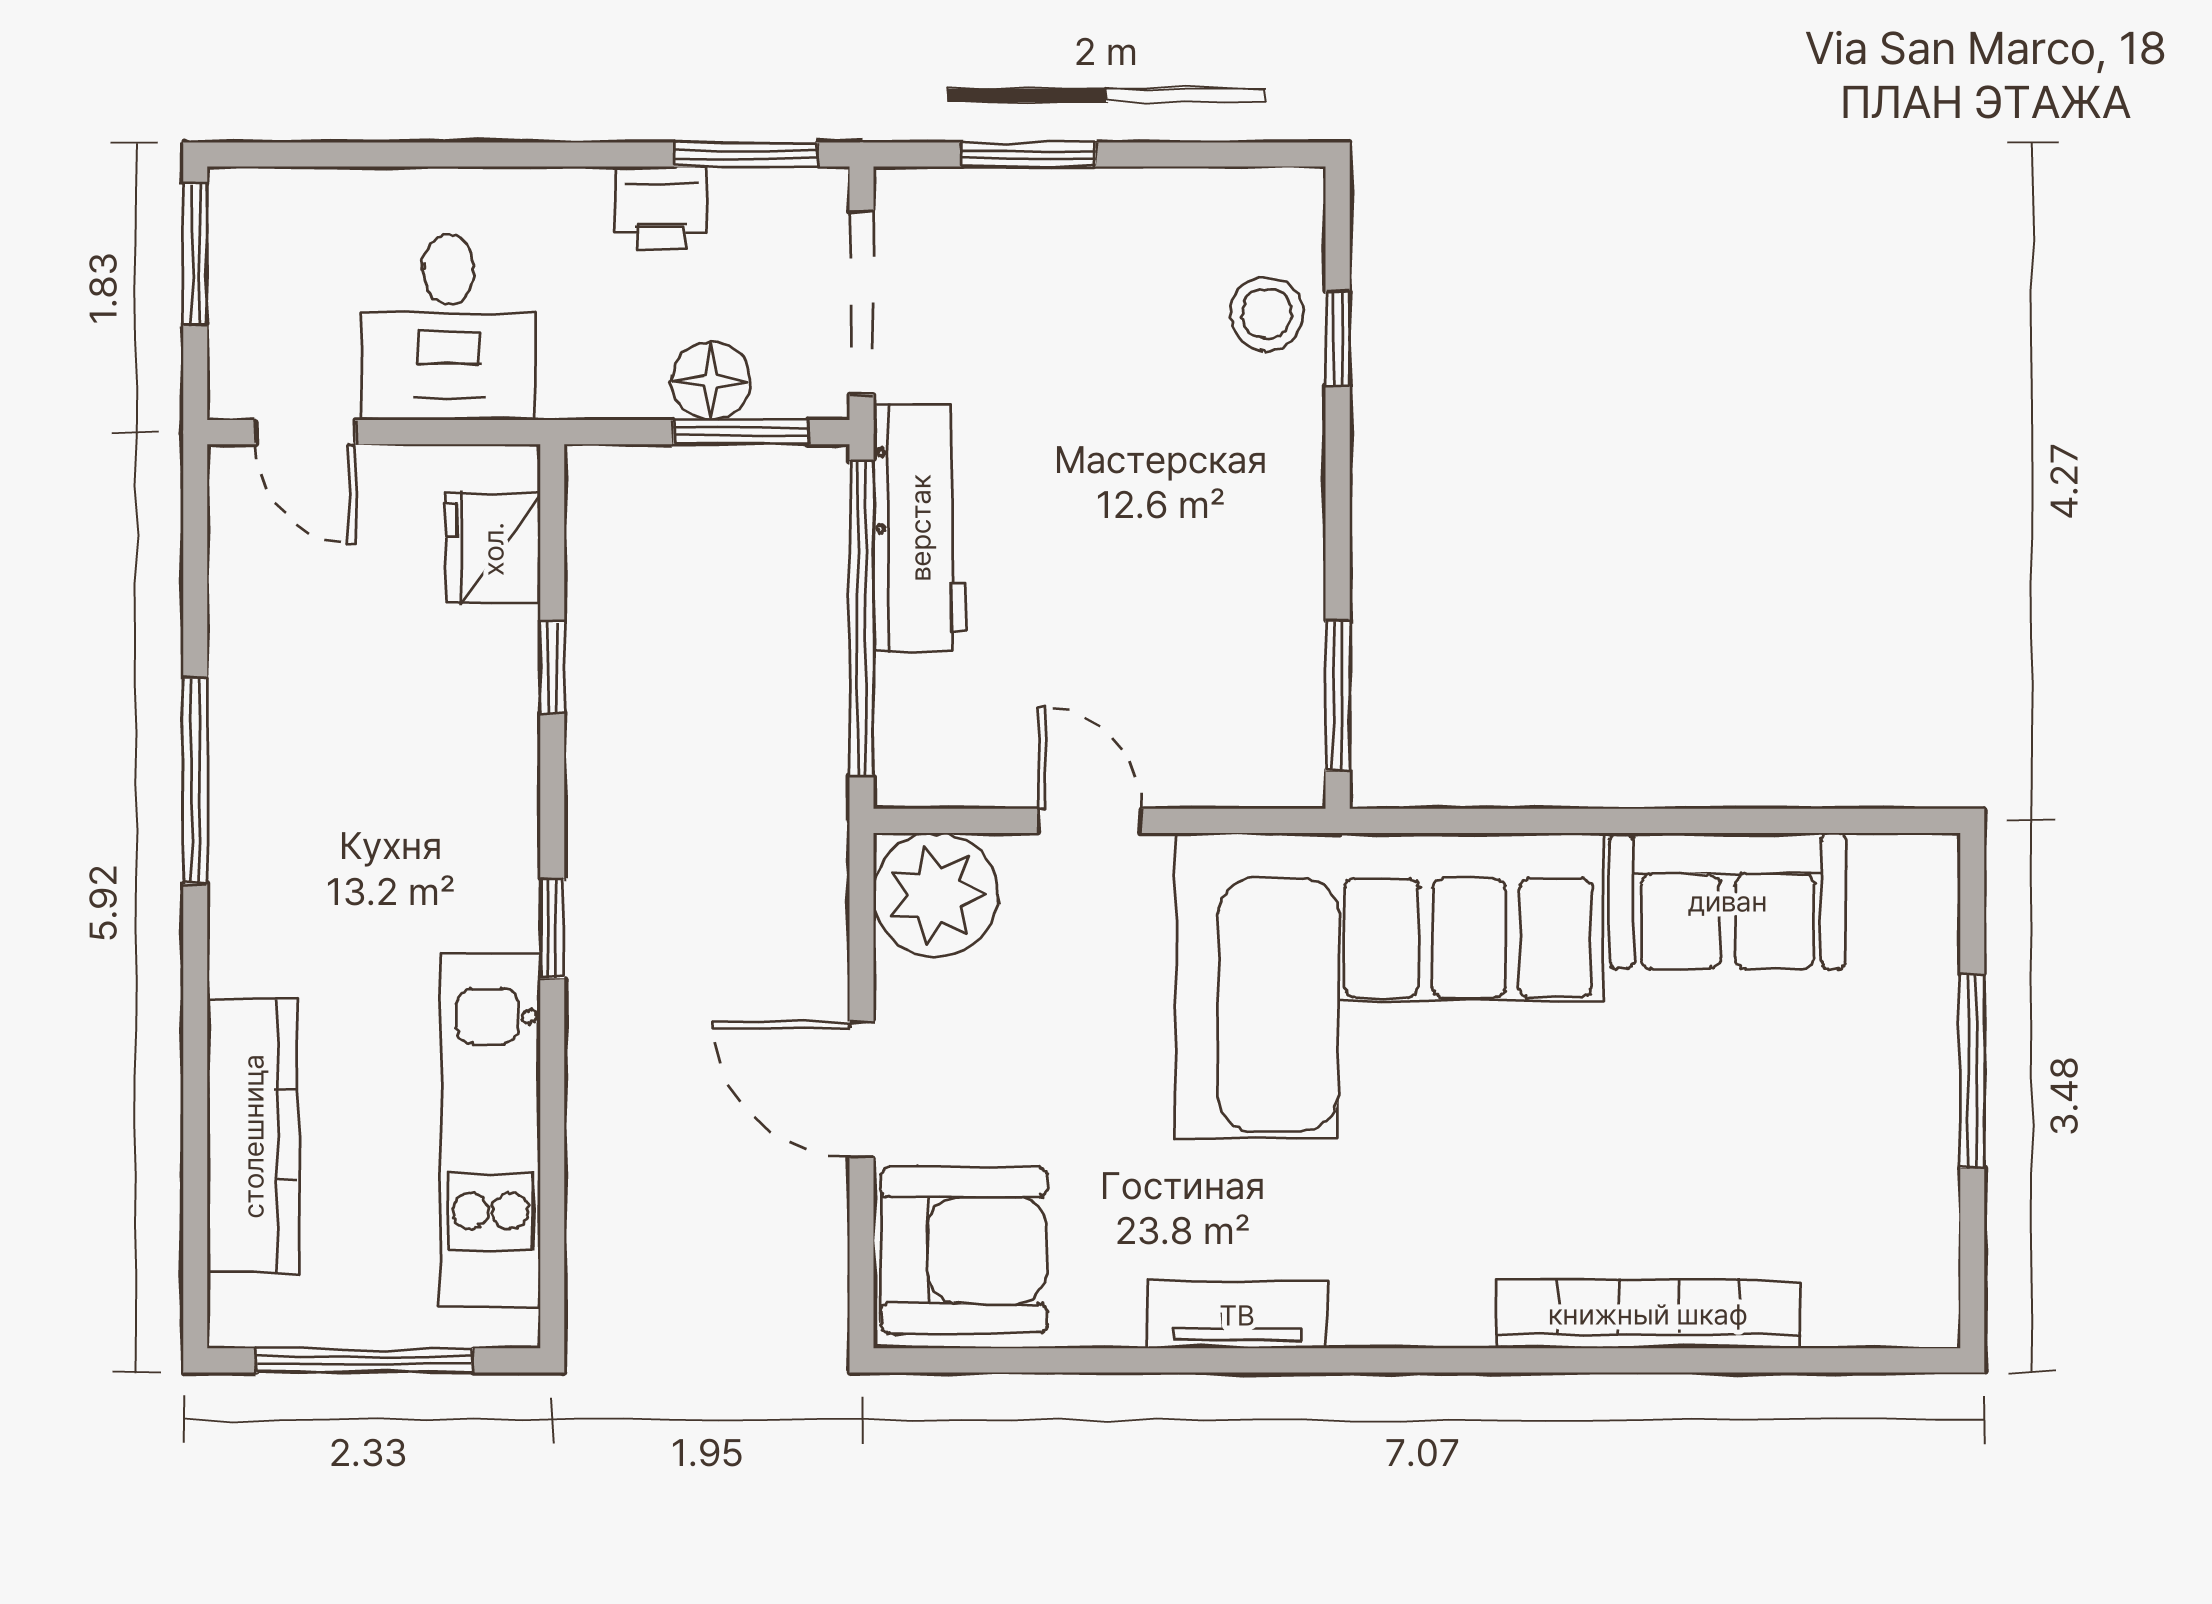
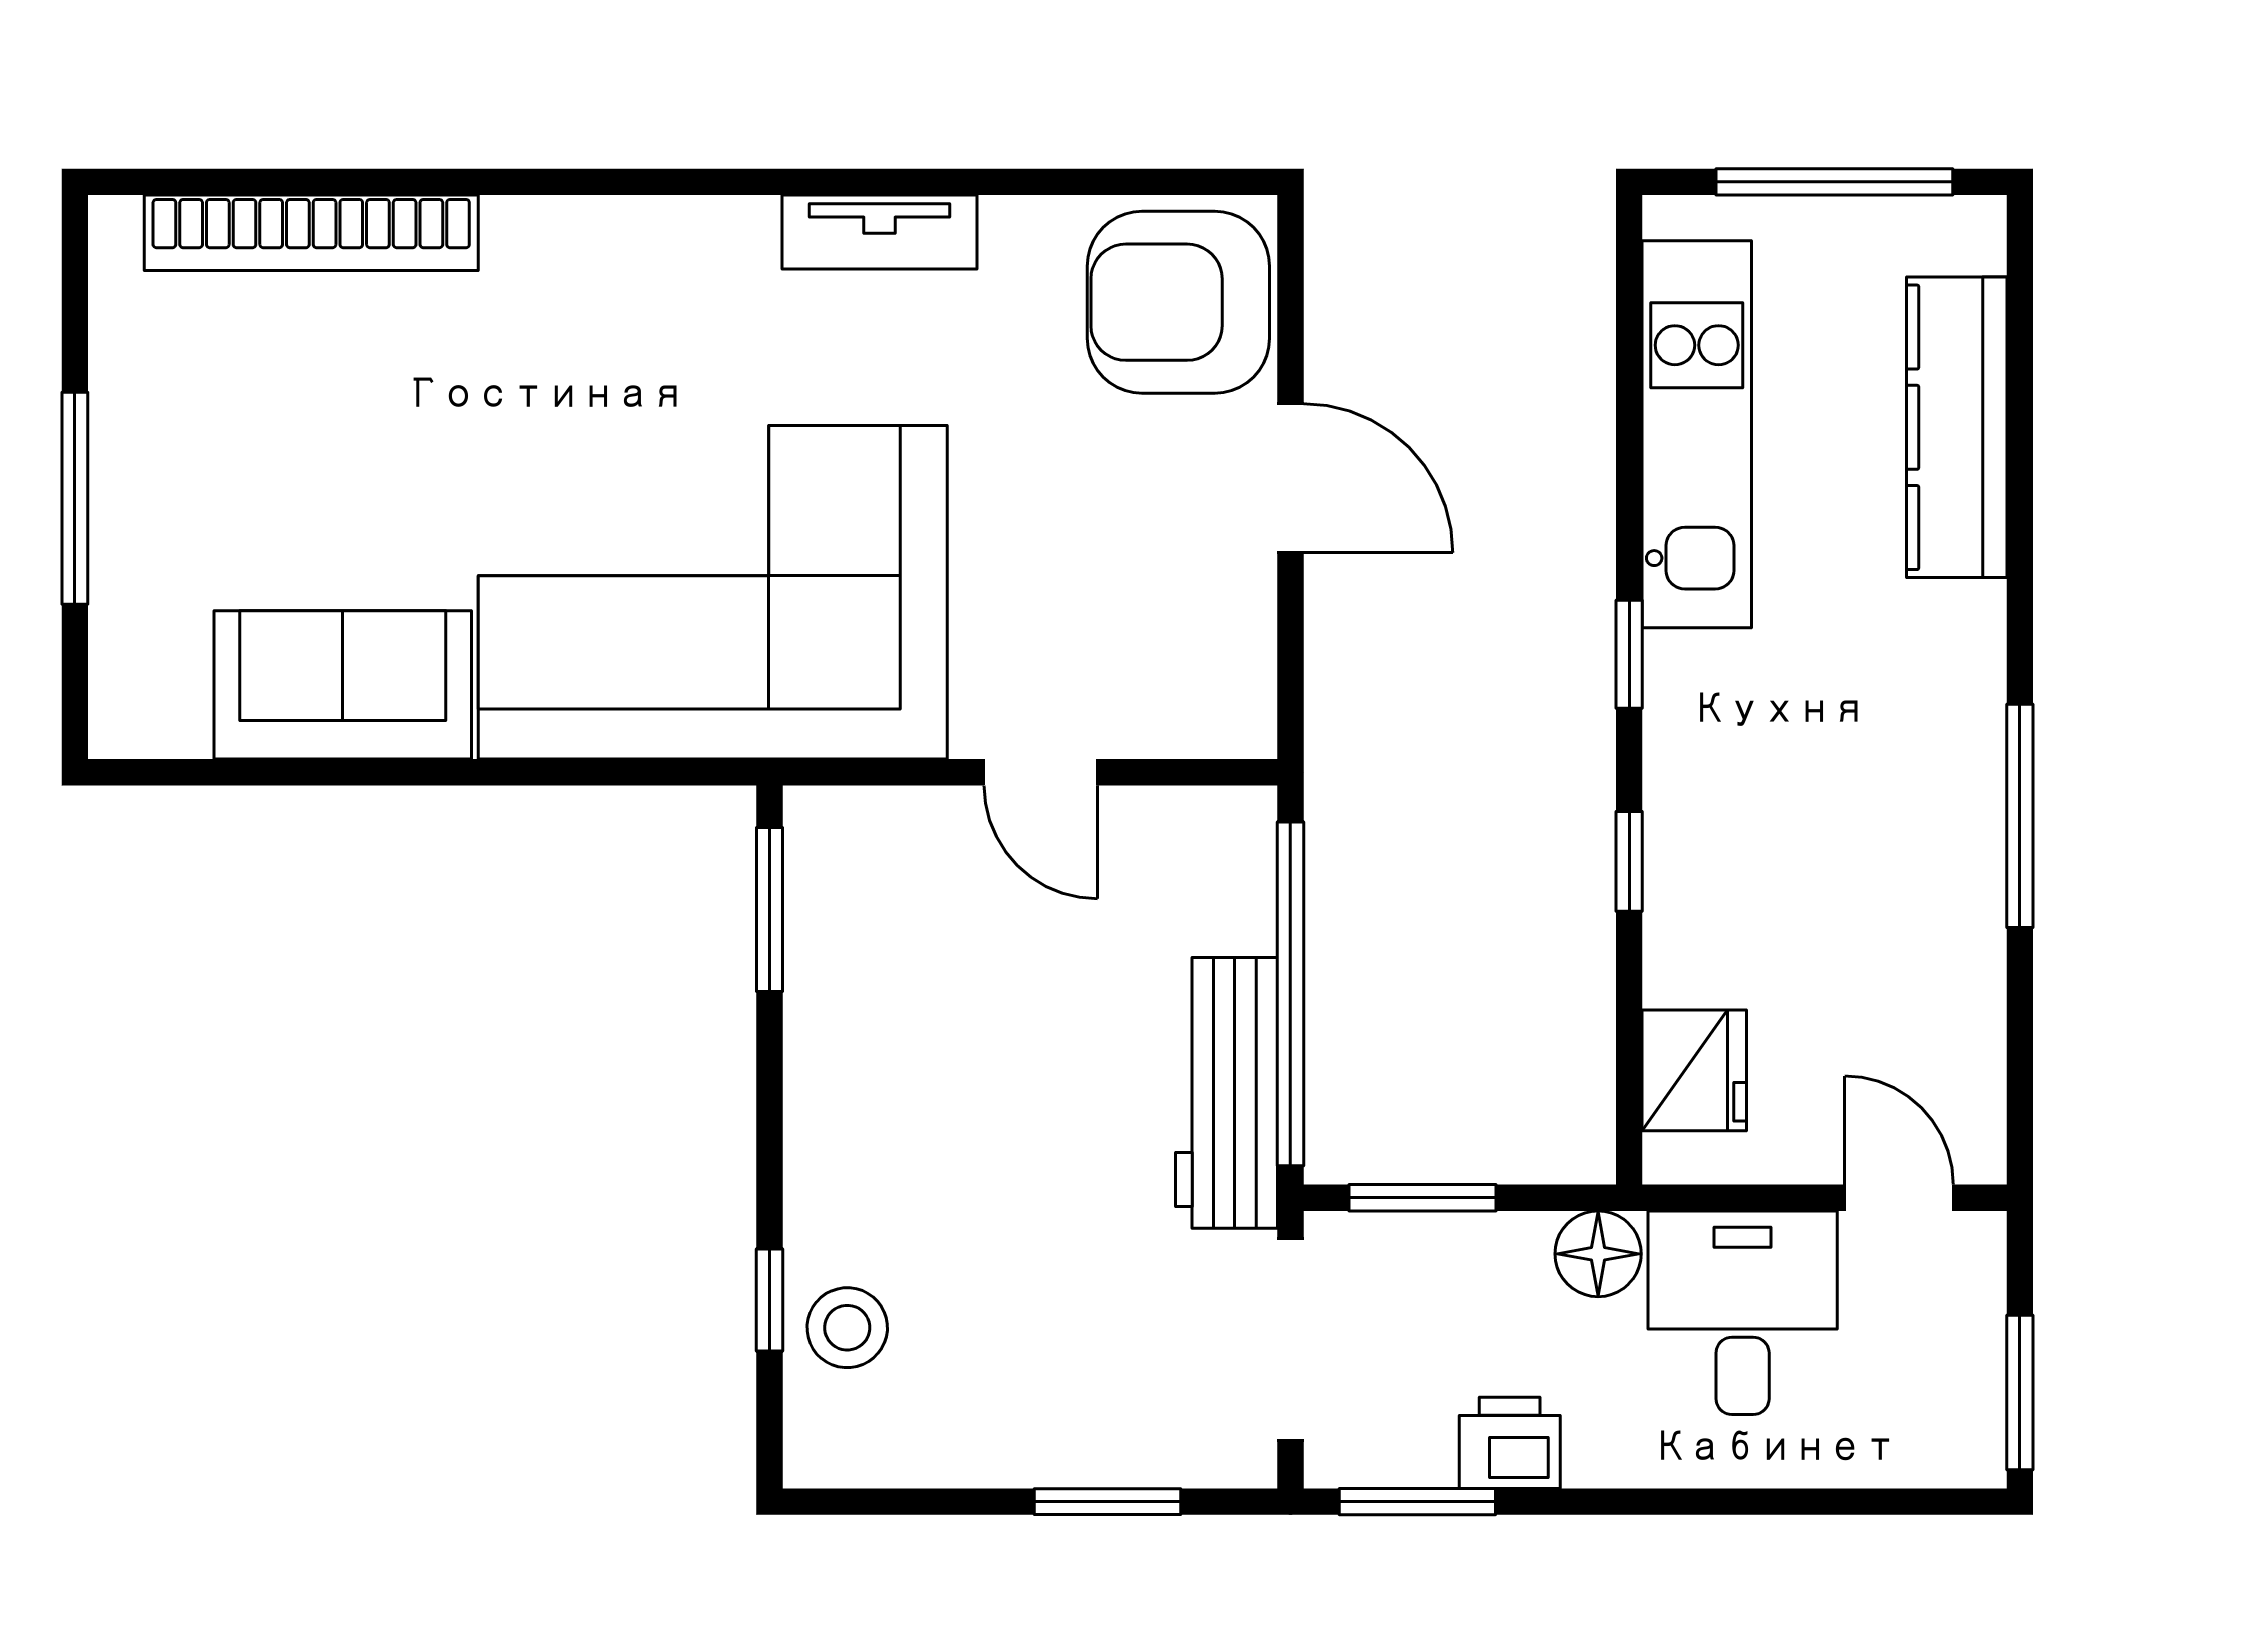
floor lamp: (711, 381) -> (1598, 1254), moved
window: (552, 667) -> (1629, 861), moved
plant: (936, 895) -> (1209, 691), removed
bookcase: (1648, 1314) -> (311, 233), moved

